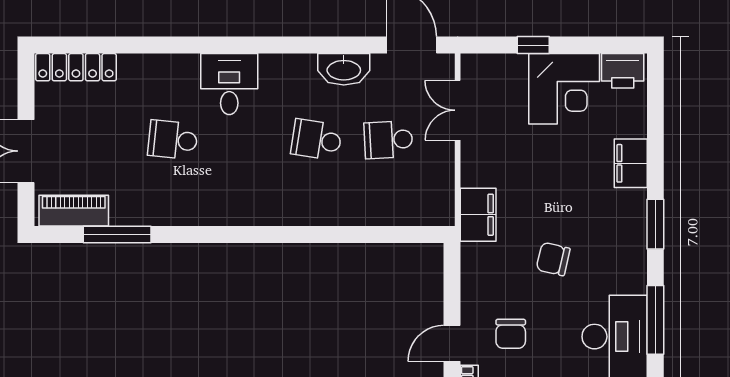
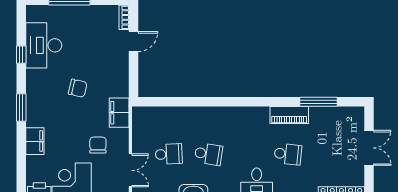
piano: (74, 211) -> (289, 115), moved
window: (655, 320) -> (21, 55), width x0.46
chair: (511, 334) -> (98, 145), moved

